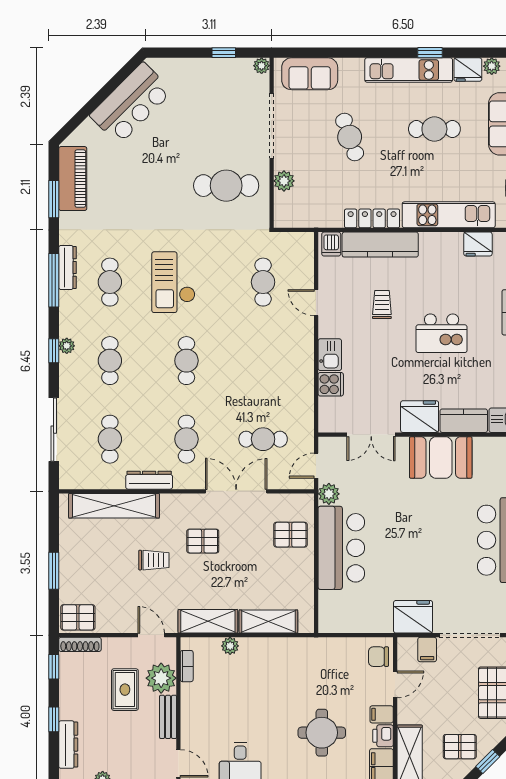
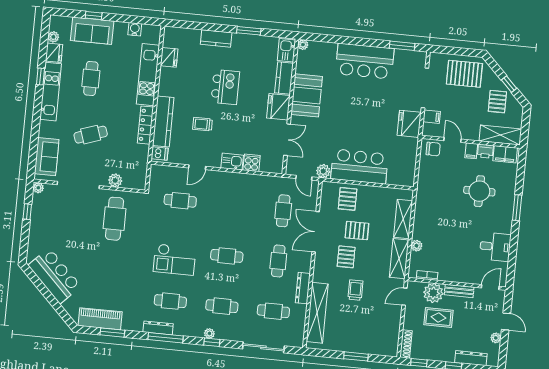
cafe table: (186, 439) -> (278, 261), turned 90
pallet: (78, 617) -> (357, 231), moved, turned 90
chair: (379, 657) -> (433, 149), turned -90

